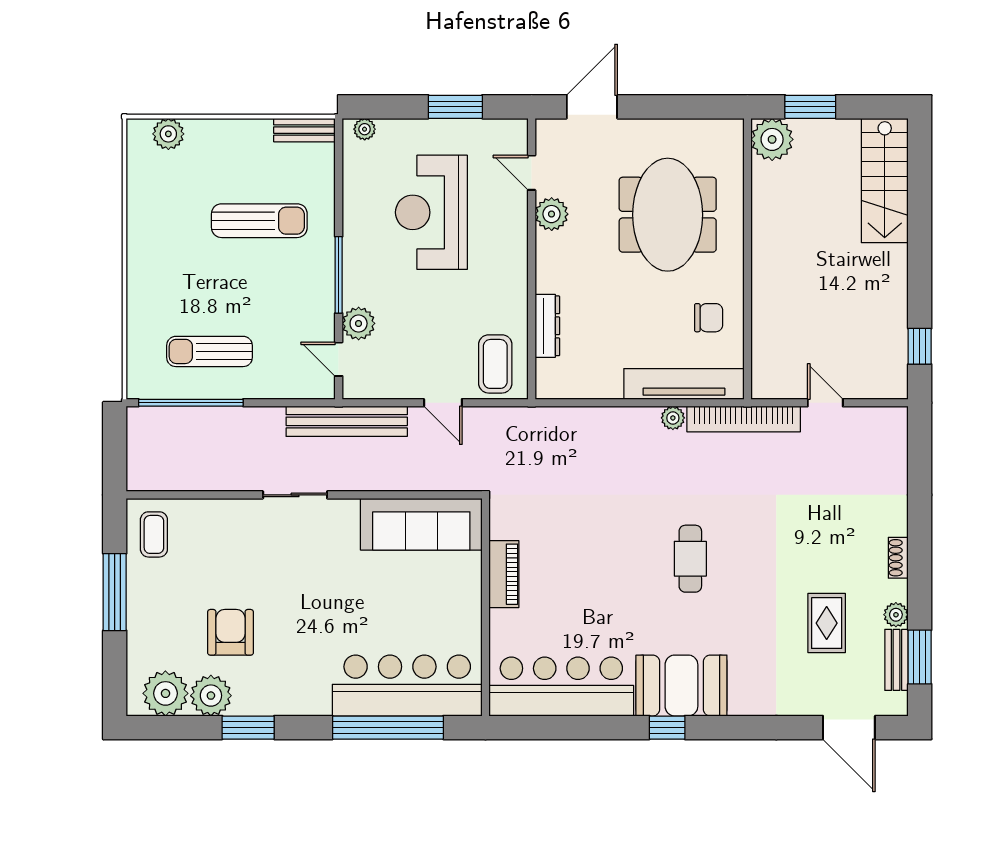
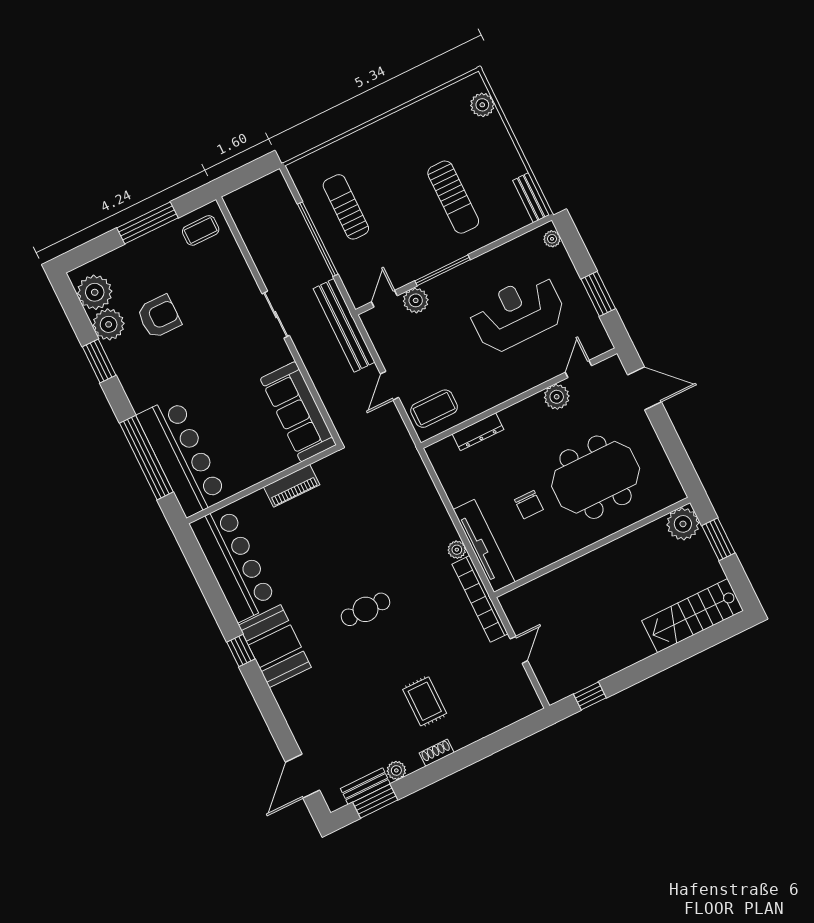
chair: (709, 318) -> (529, 505), moved
window: (191, 403) -> (318, 239), moved
rug: (827, 623) -> (425, 701), moved, turned 90

